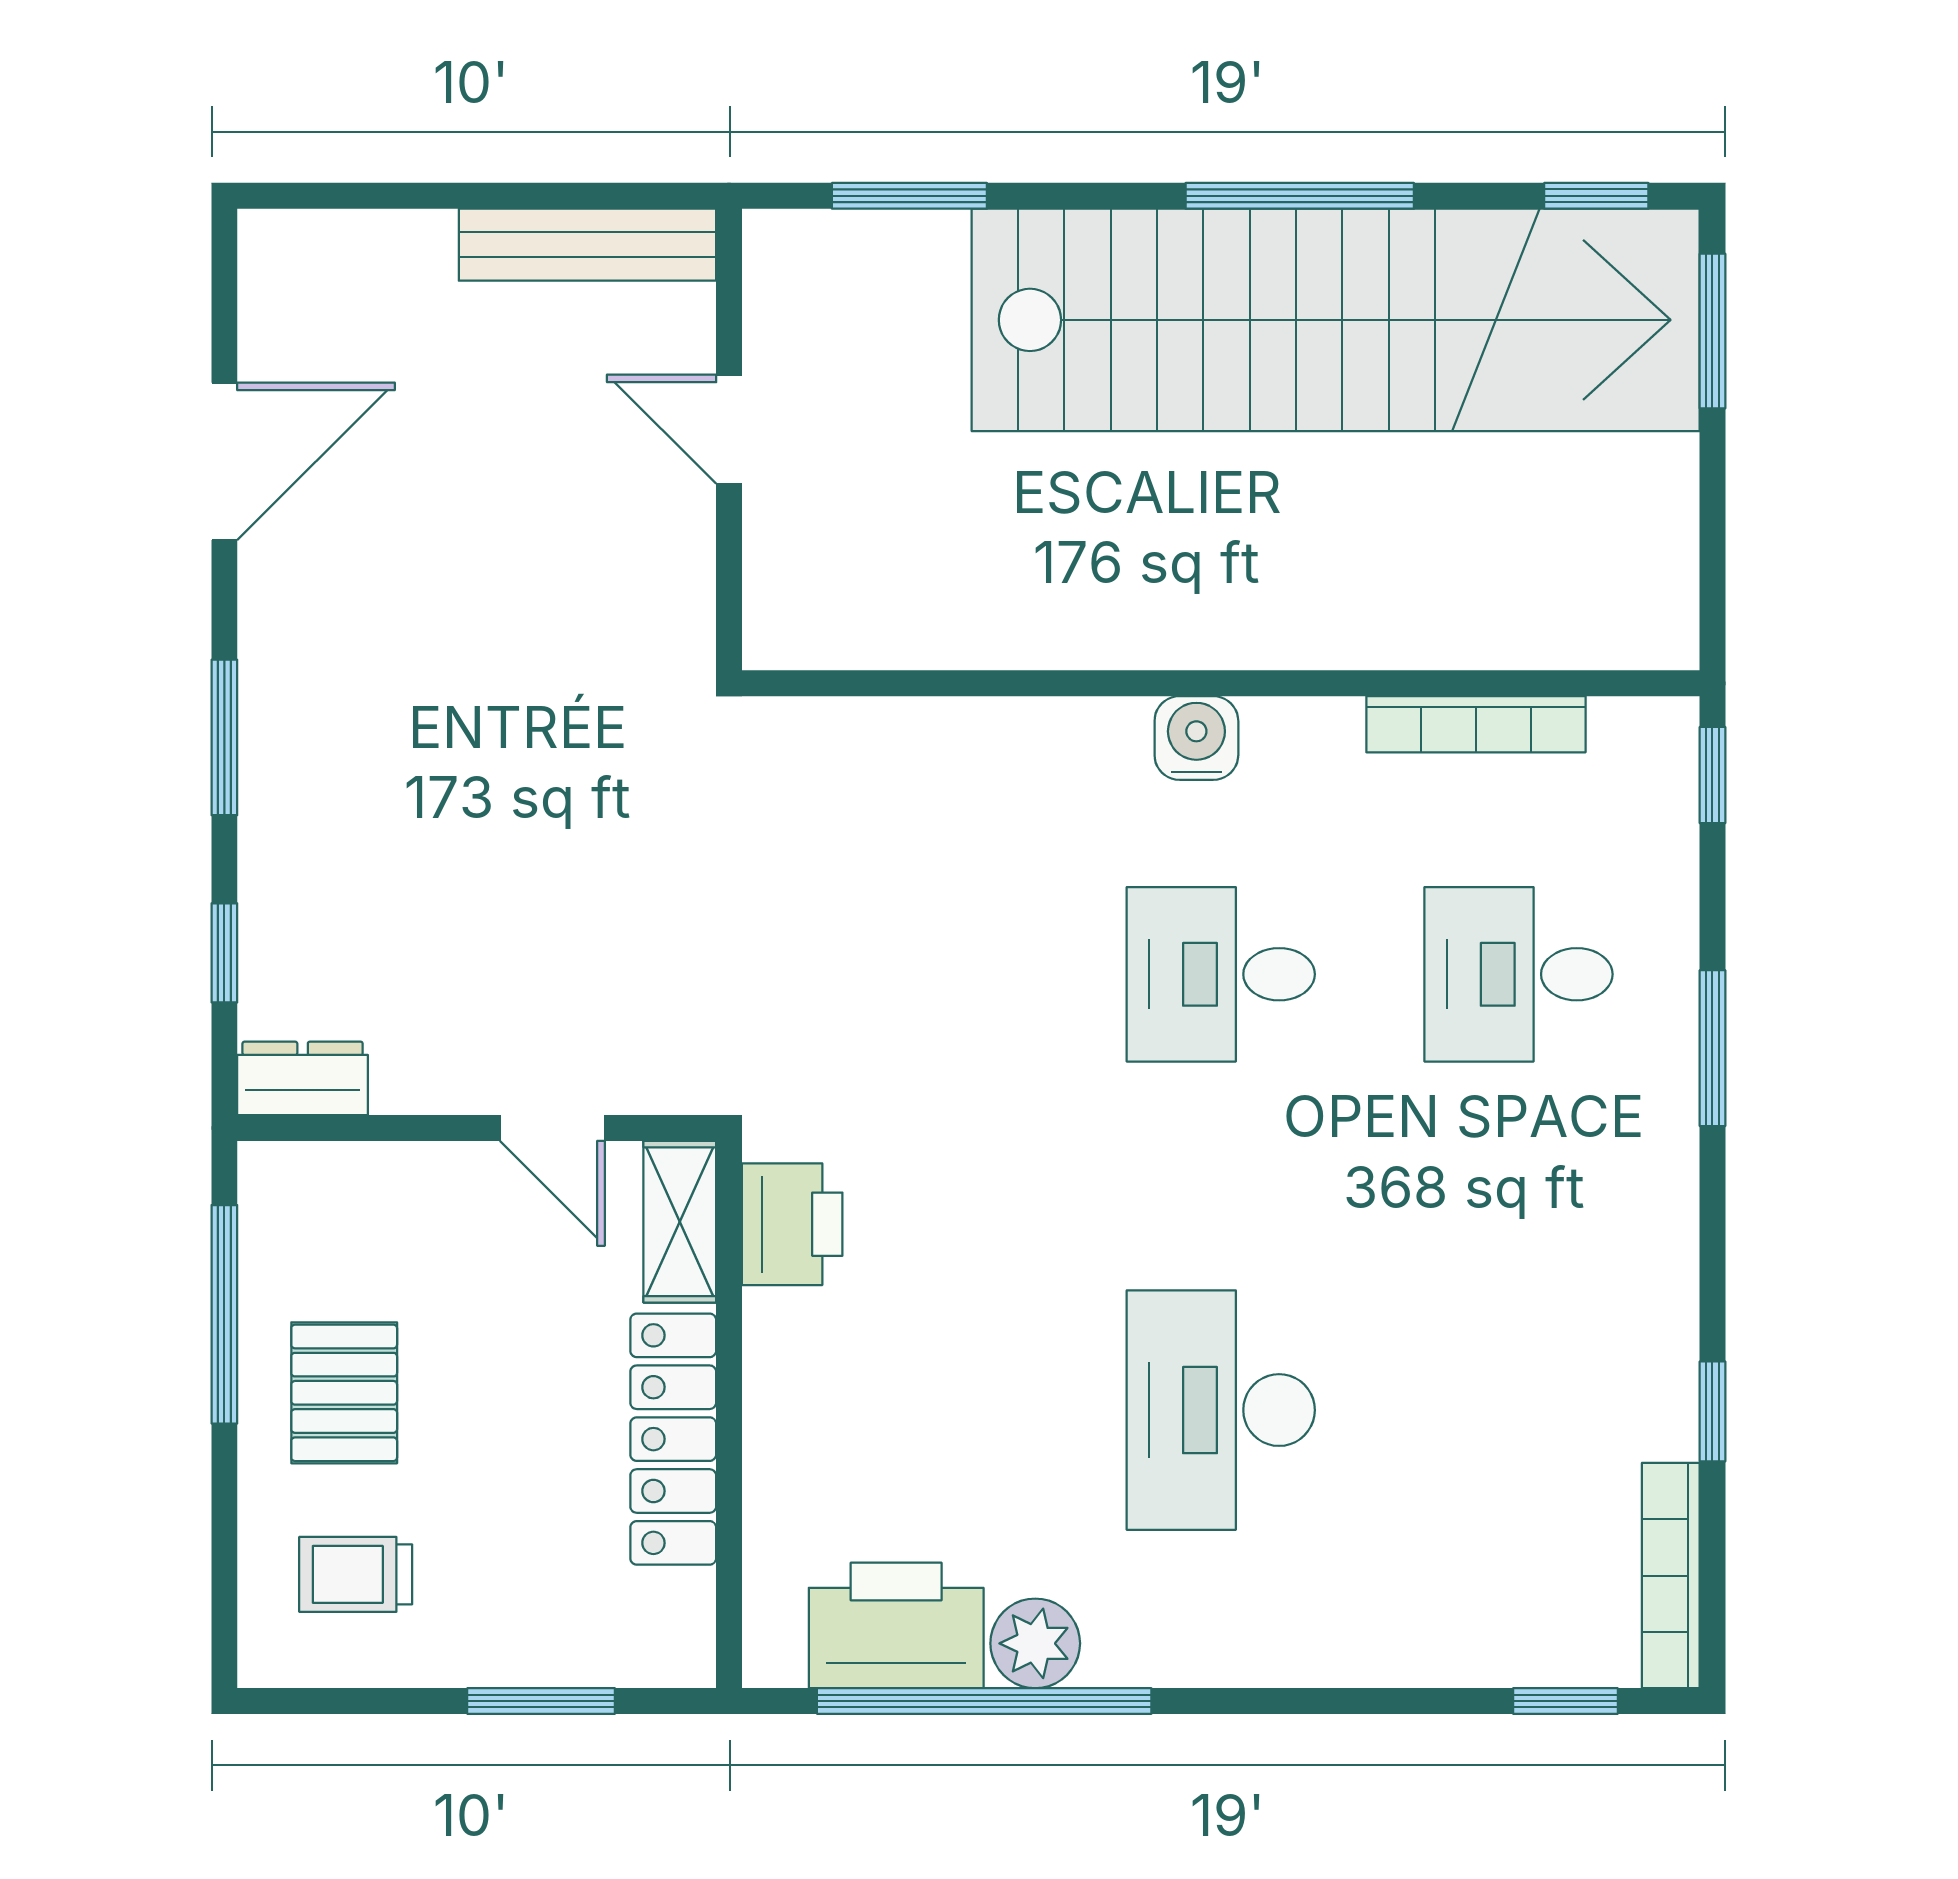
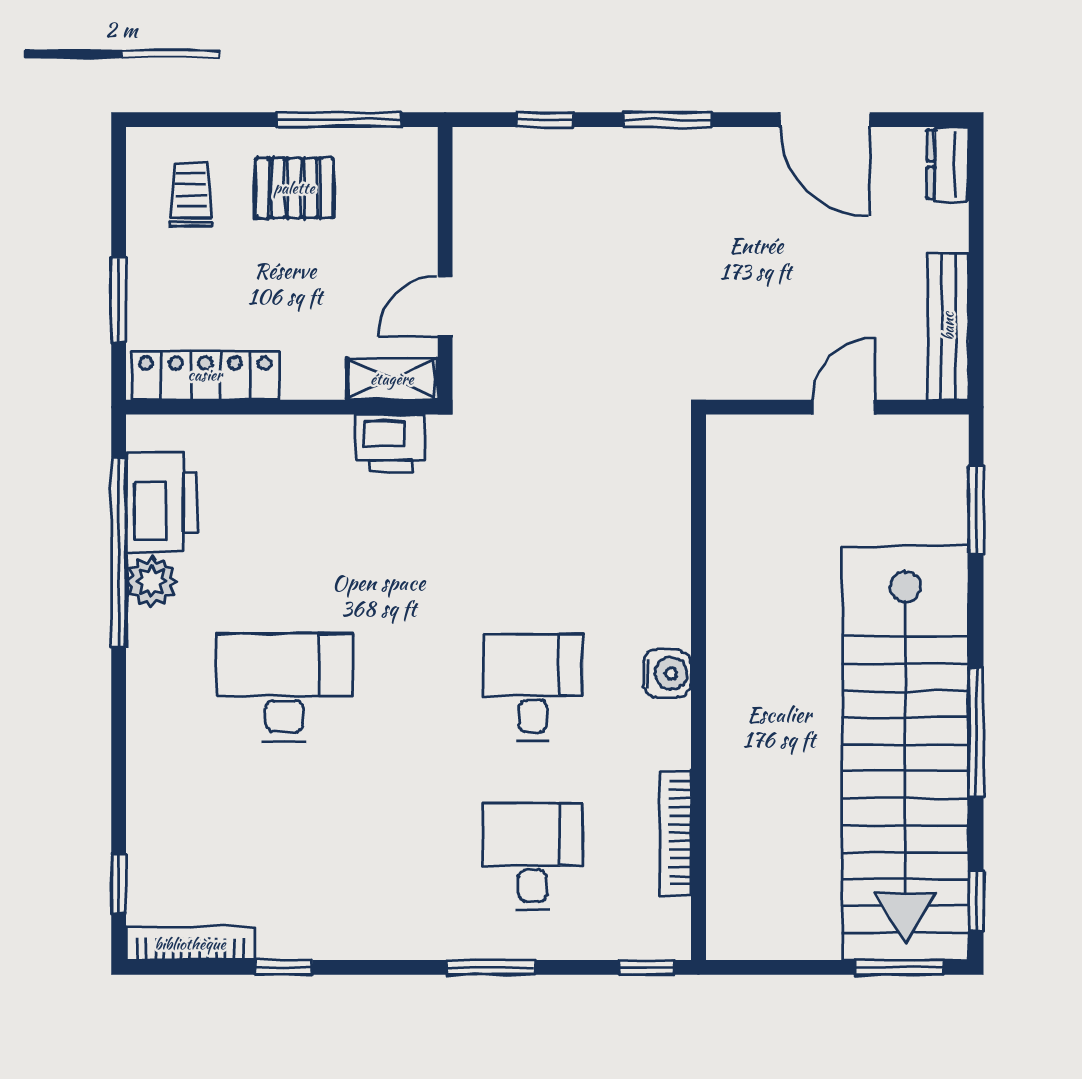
dresser: (303, 1078) -> (948, 164), moved, turned 180
locker: (673, 1439) -> (205, 375), moved

